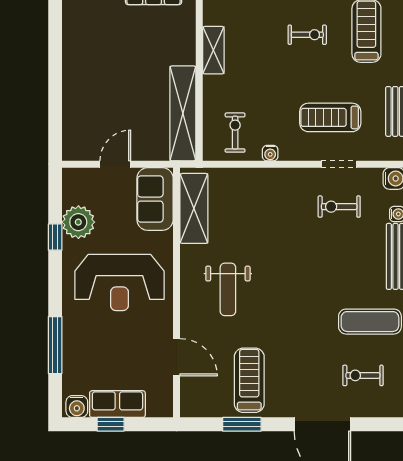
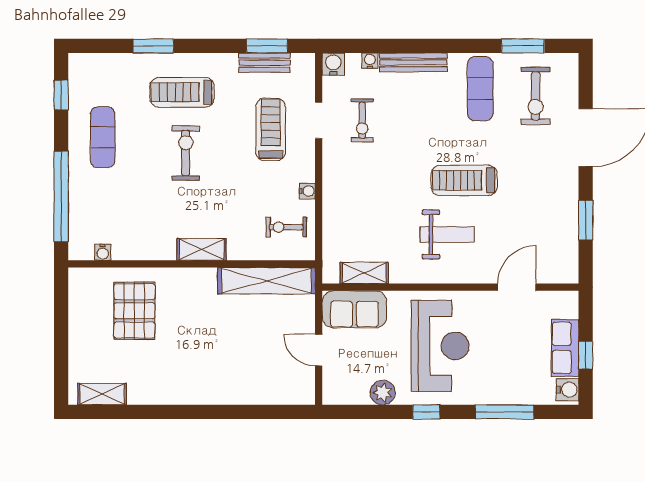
exercise bike: (307, 35) -> (186, 153), width x1.38, depth x1.39
treadmill: (330, 117) -> (271, 129), turned 180
shelving: (194, 208) -> (364, 273), width x0.67, depth x0.75
plant: (78, 222) -> (383, 393), width x0.73, depth x0.73
window: (55, 237) -> (426, 412), moved
exercise bike: (363, 375) -> (536, 96), width x1.38, depth x1.39
treadmill: (249, 380) -> (464, 180), moved

